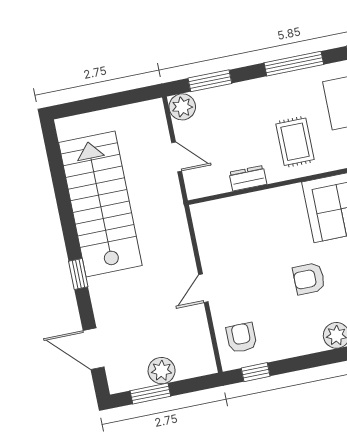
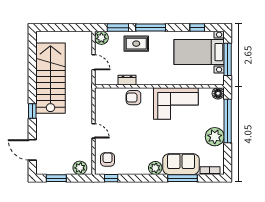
window: (294, 64) -> (151, 28), moved
rug: (295, 142) -> (136, 44), moved, turned 90
armchair: (309, 279) -> (133, 98), moved
door: (203, 288) -> (93, 131), swing flipped
plant: (162, 371) -> (80, 168), moved

